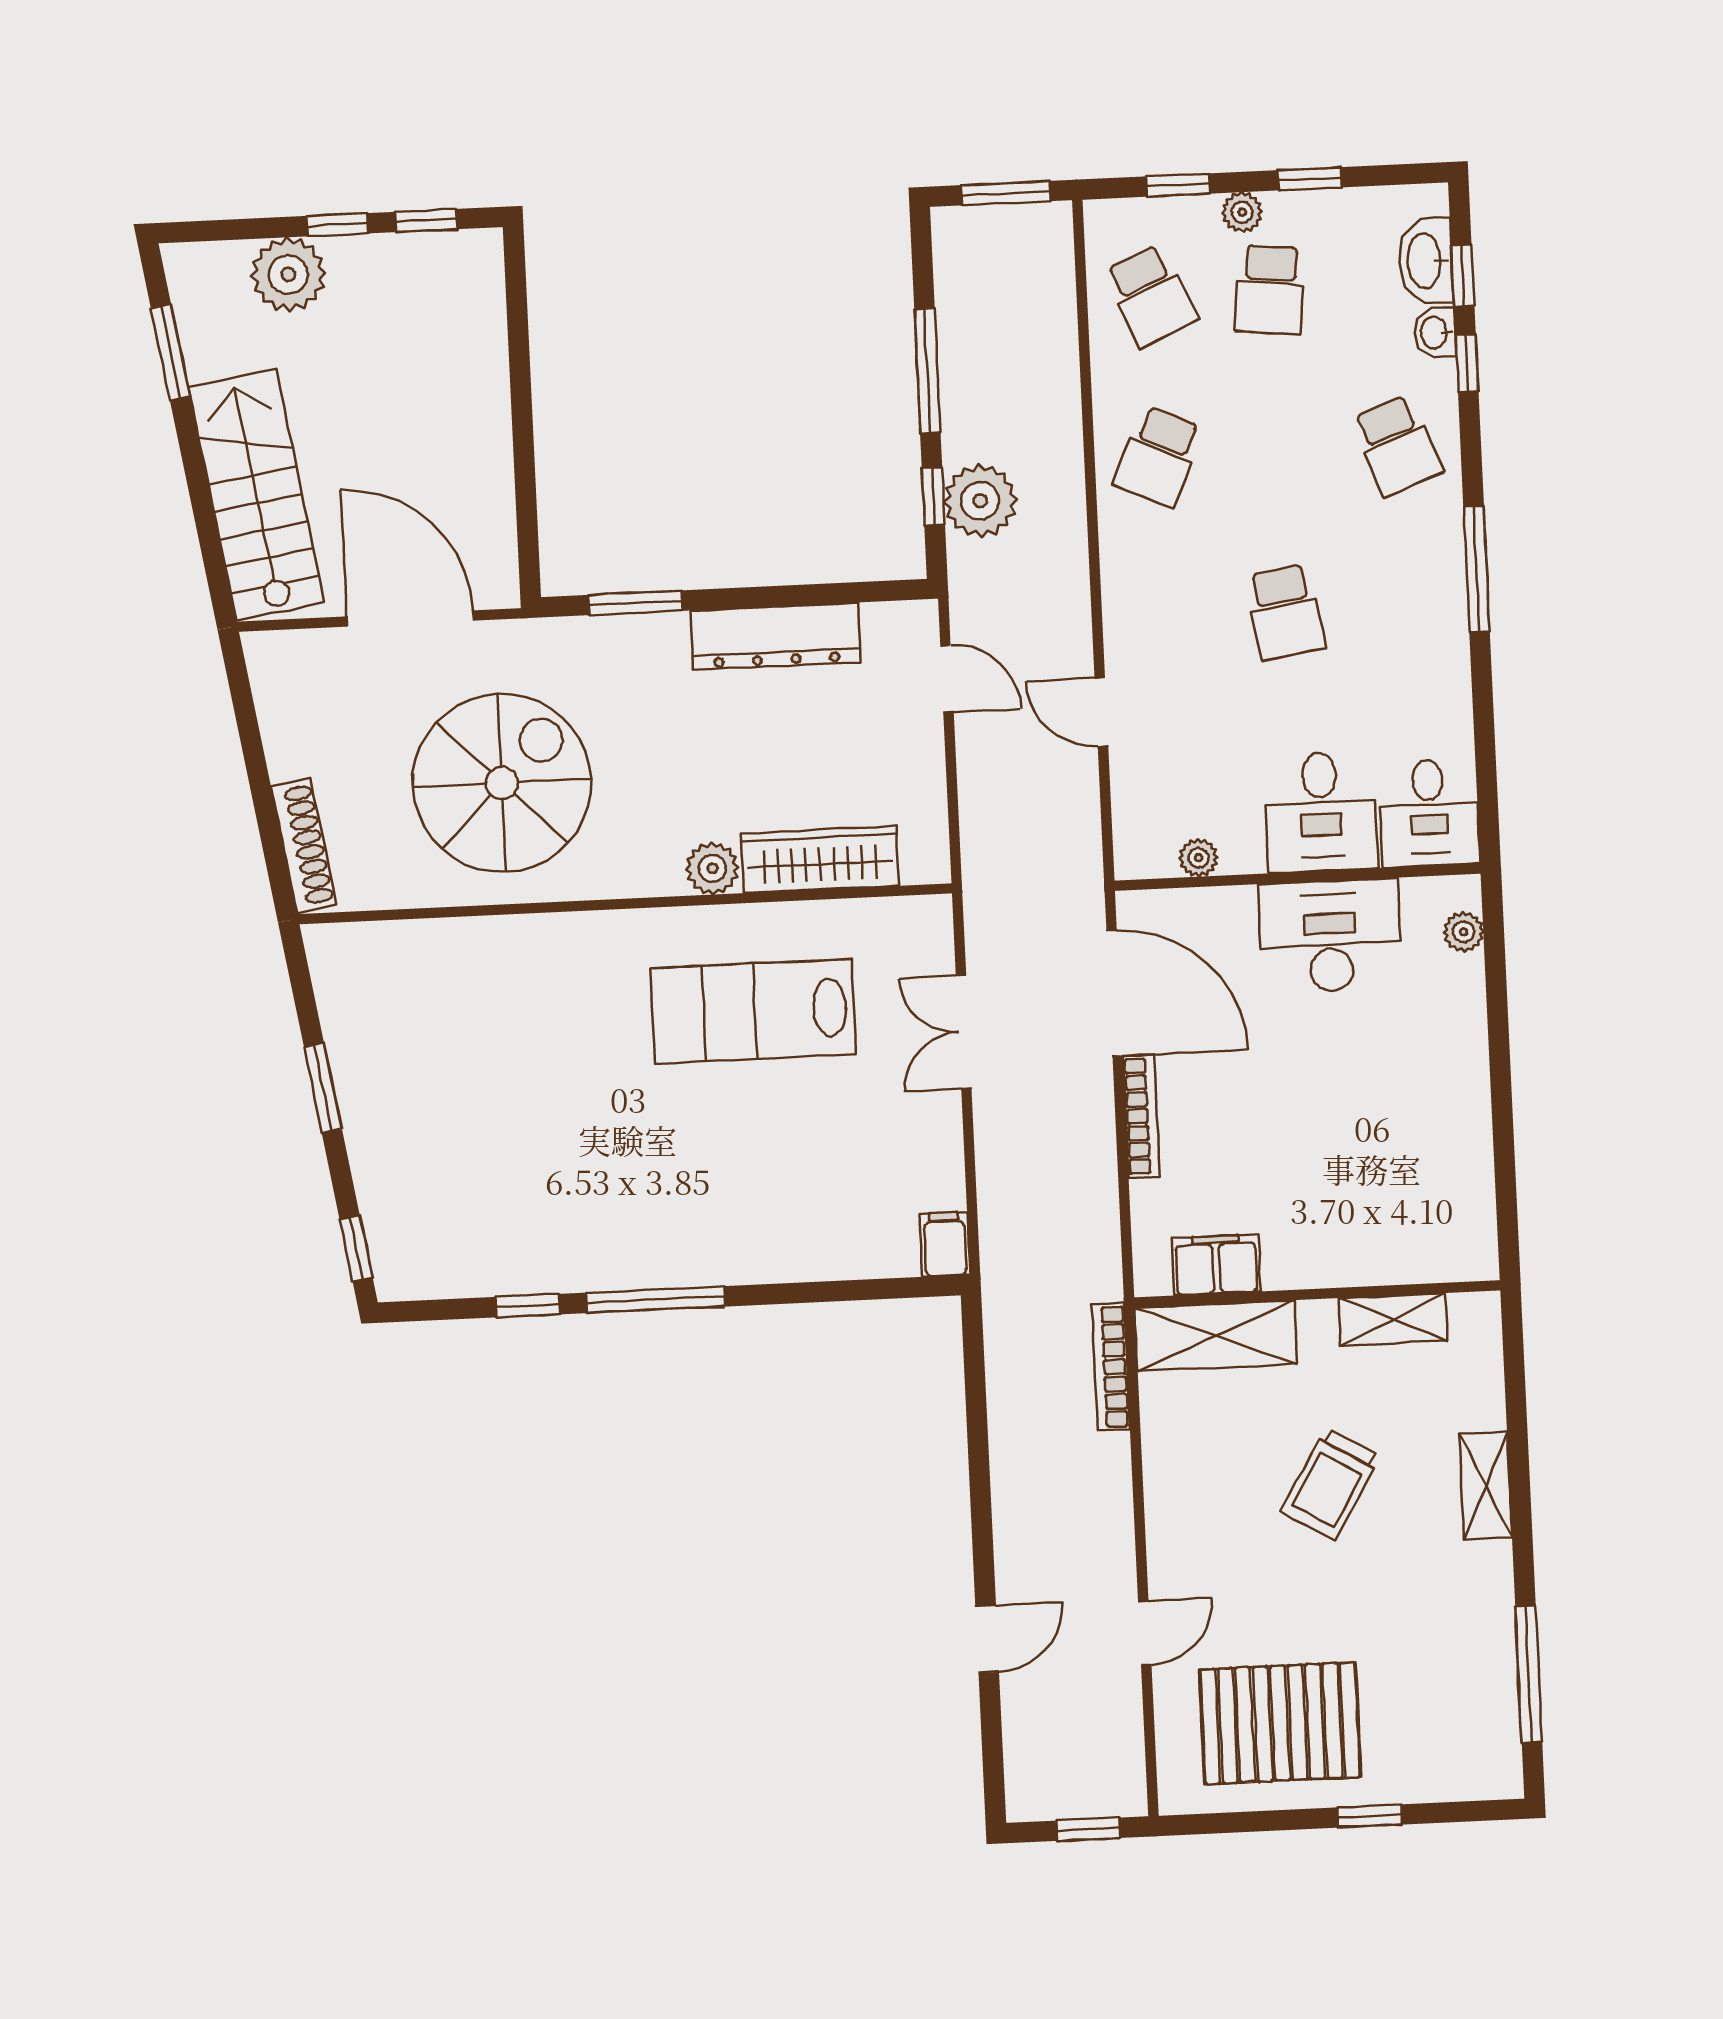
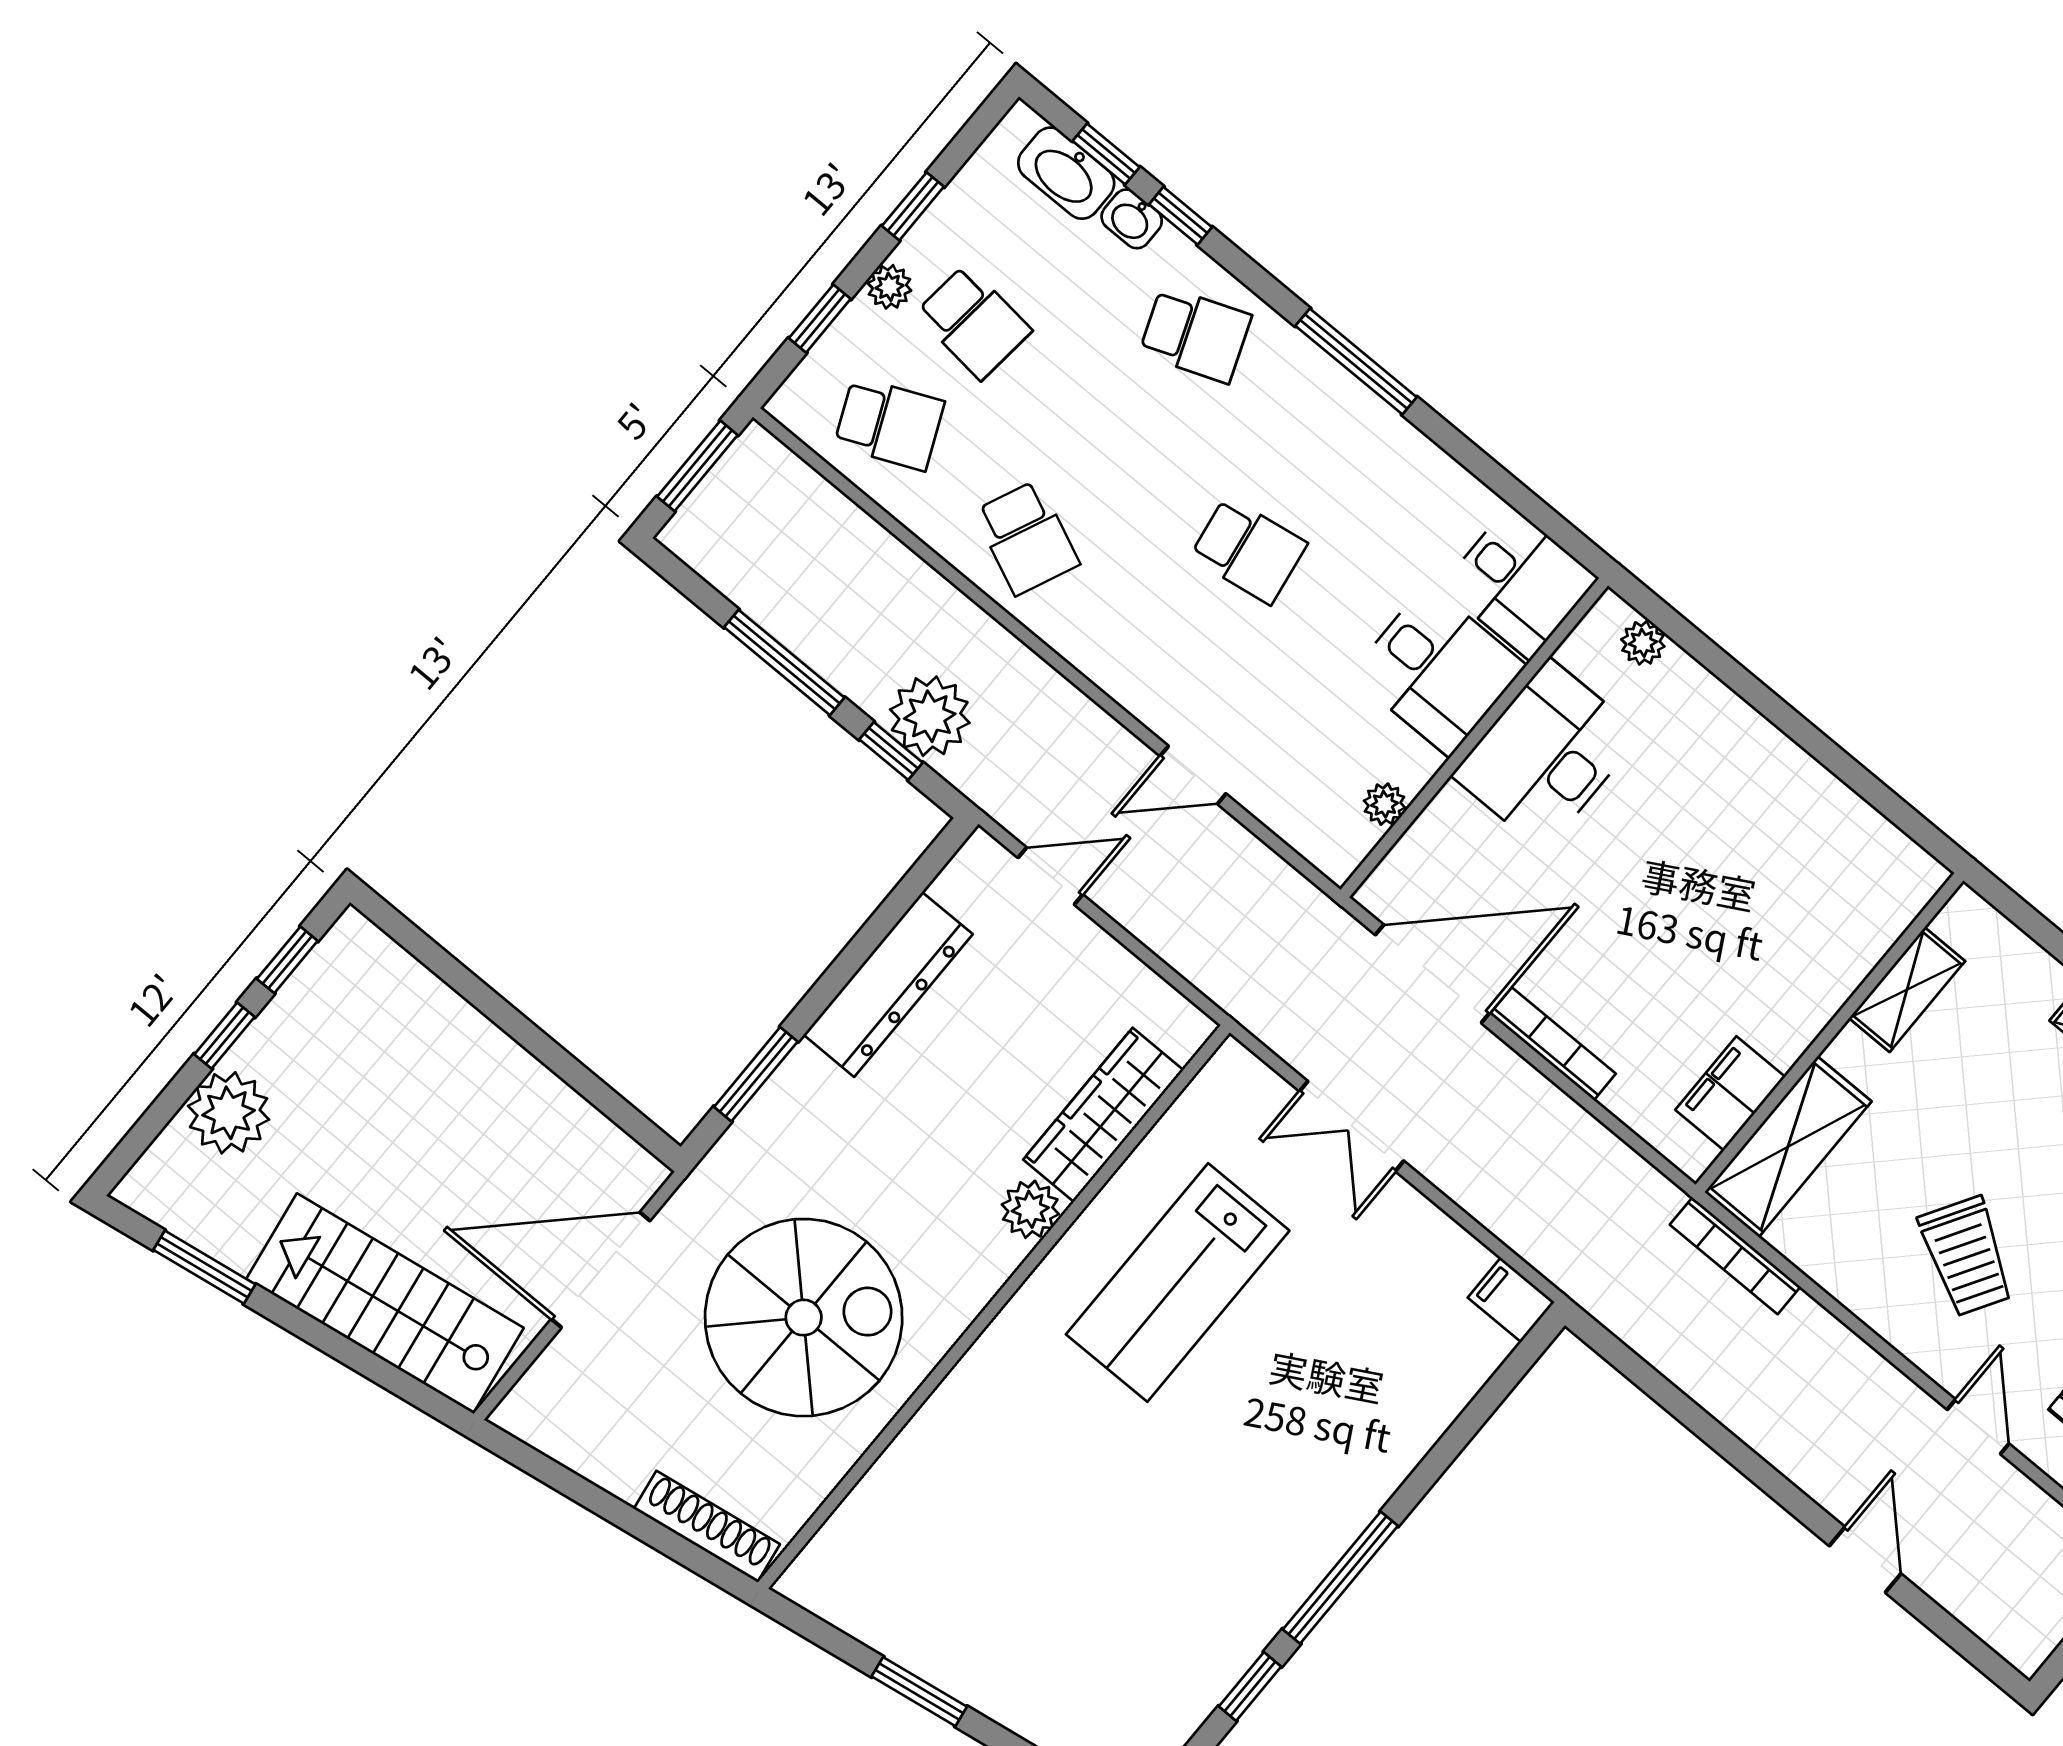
spiral stairs: (502, 783) -> (804, 1318), turned 90
trolley: (1330, 1484) -> (1966, 1256), moved

